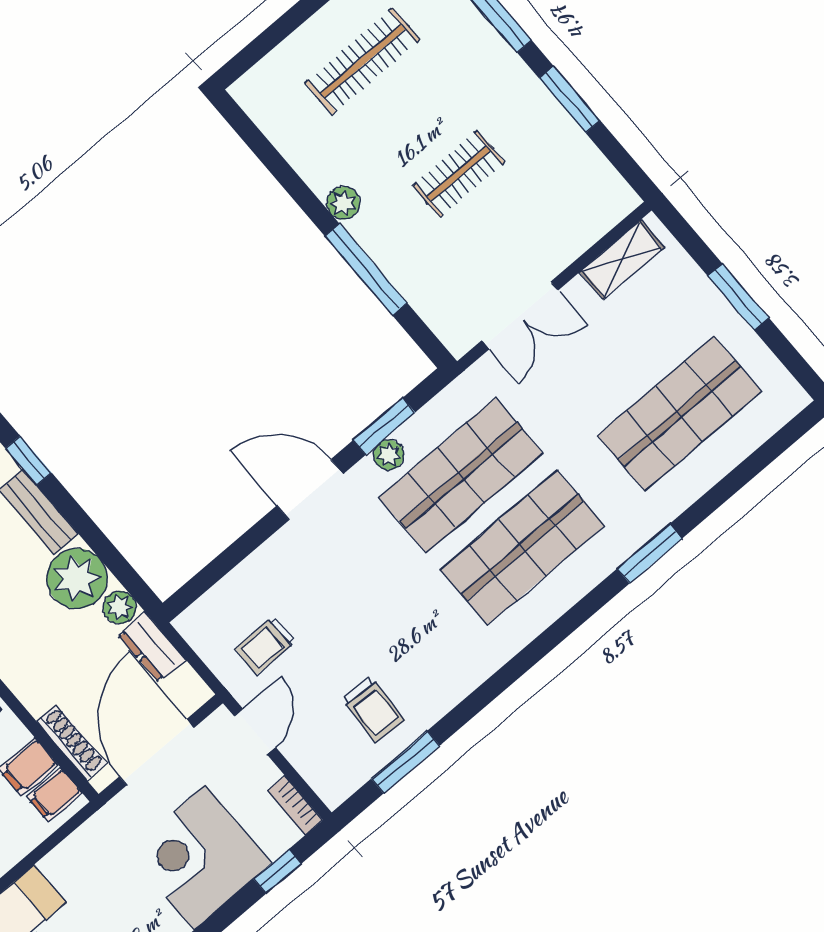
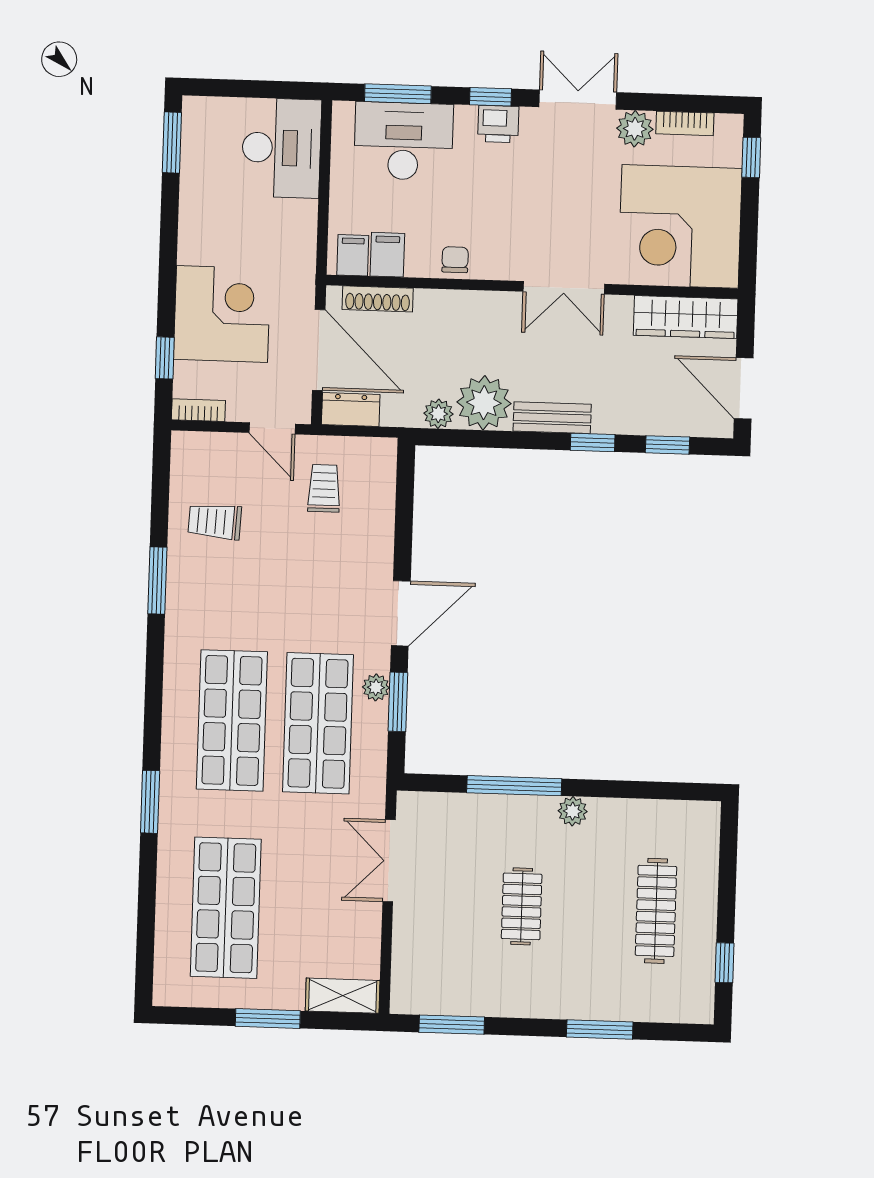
window: (570, 99) -> (452, 1025), moved
shelving: (622, 260) -> (343, 996), moved, turned 90
dresser: (152, 647) -> (351, 410), moved
window: (405, 762) -> (157, 581), moved

